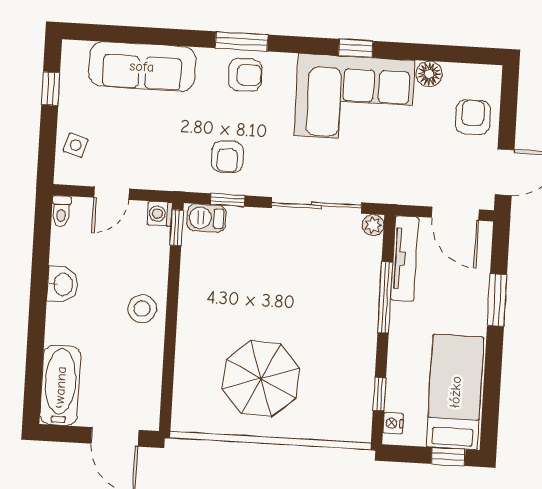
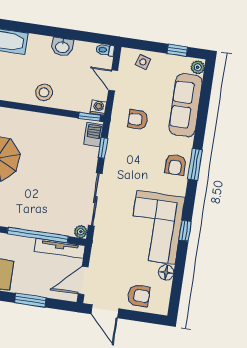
plant: (76, 52) -> (198, 67), added
armchair: (227, 157) -> (138, 120), moved
window: (385, 297) -> (38, 235), width x1.46

